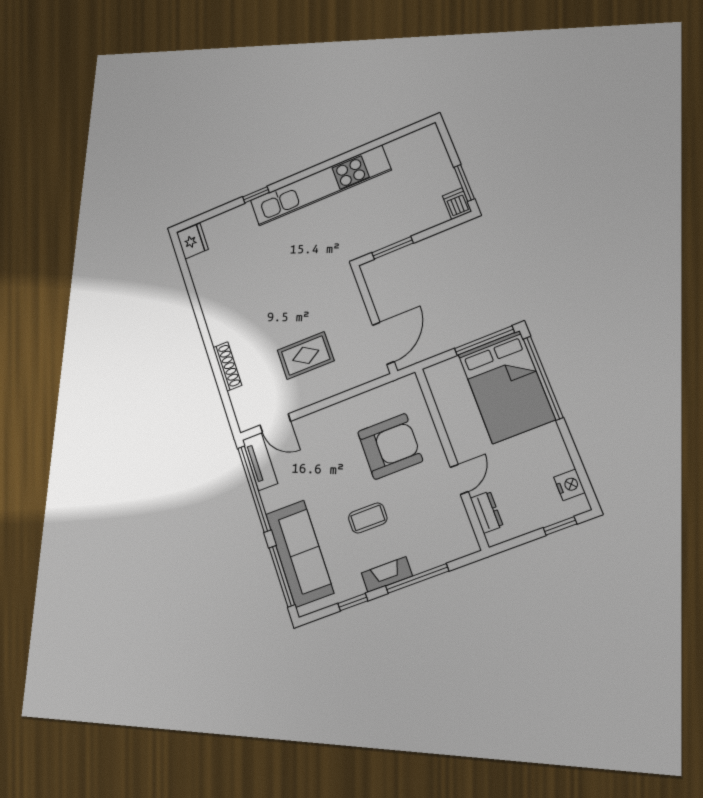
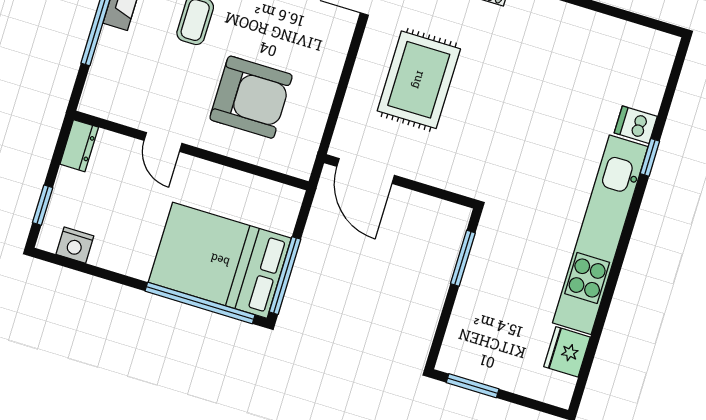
dishwasher: (457, 204) -> (636, 125), moved, turned 180
fridge: (192, 241) -> (567, 352), moved, turned 90
rug: (306, 355) -> (419, 80), width x1.36, depth x1.43
armchair: (390, 446) -> (251, 97), turned -90
dresser: (487, 512) -> (79, 146), moved, turned -90

